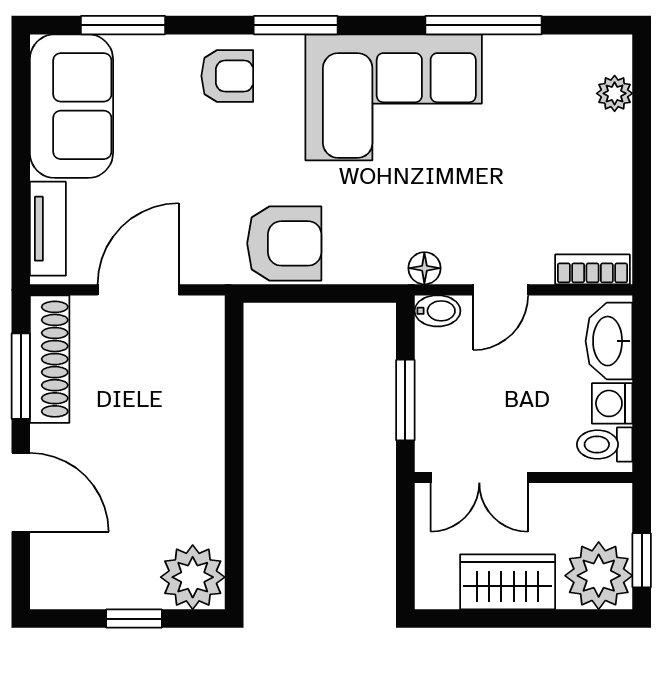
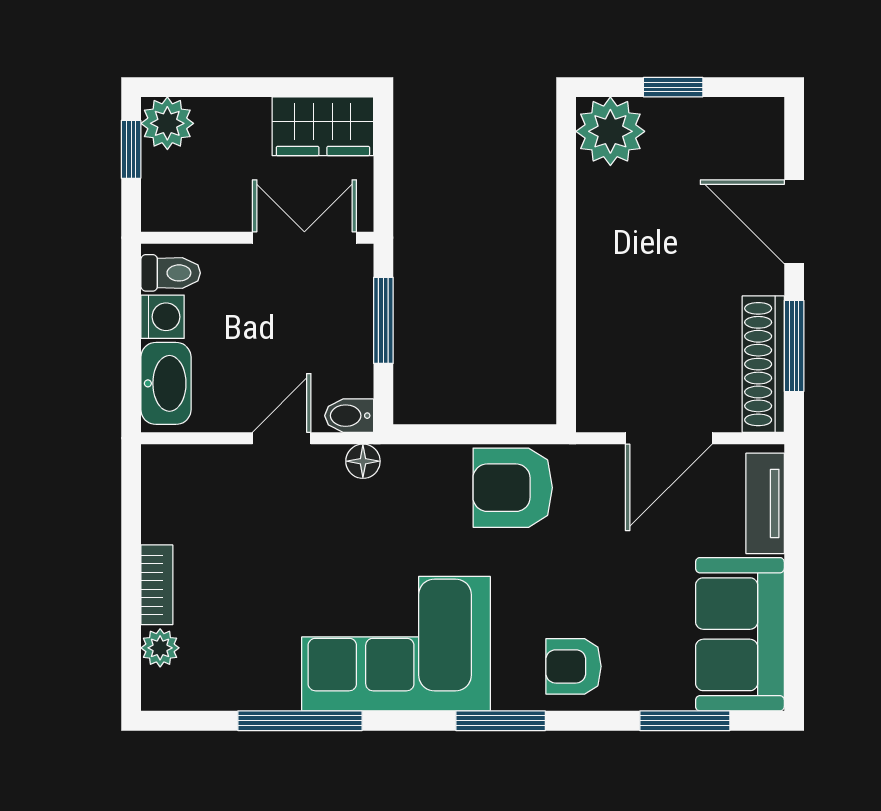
bookcase: (593, 269) -> (157, 585), moved, turned -90
plant: (599, 576) -> (167, 123), width x0.73, depth x0.73
wardrobe: (508, 582) -> (323, 126), moved

